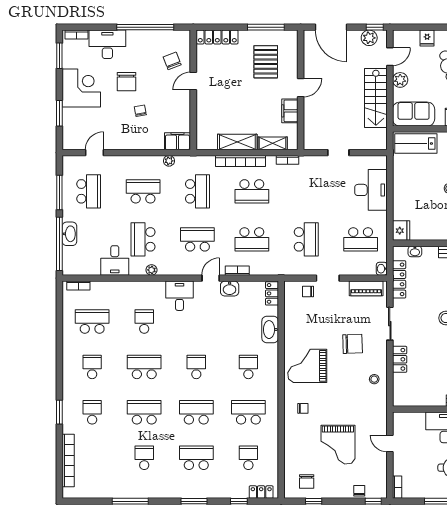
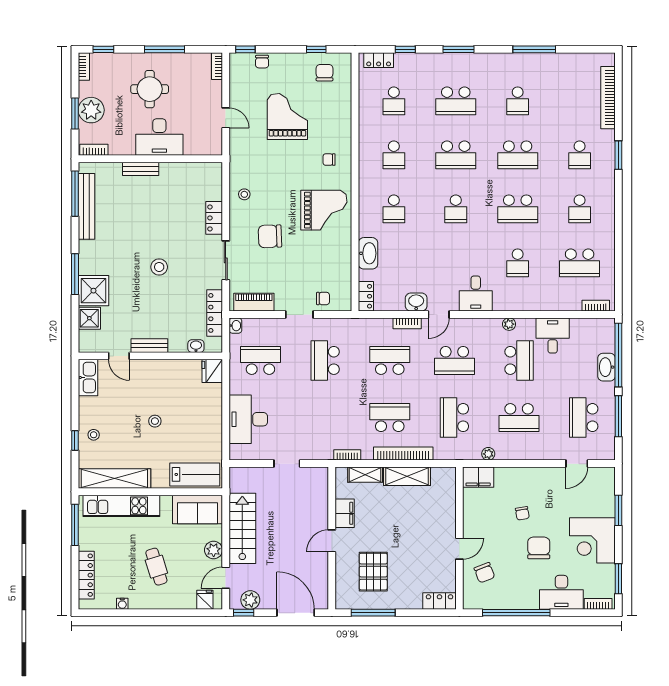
locker: (217, 37) -> (439, 601), width x0.66
fridge: (427, 38) -> (205, 600), moved
school desk: (248, 412) -> (394, 155), width x0.54

